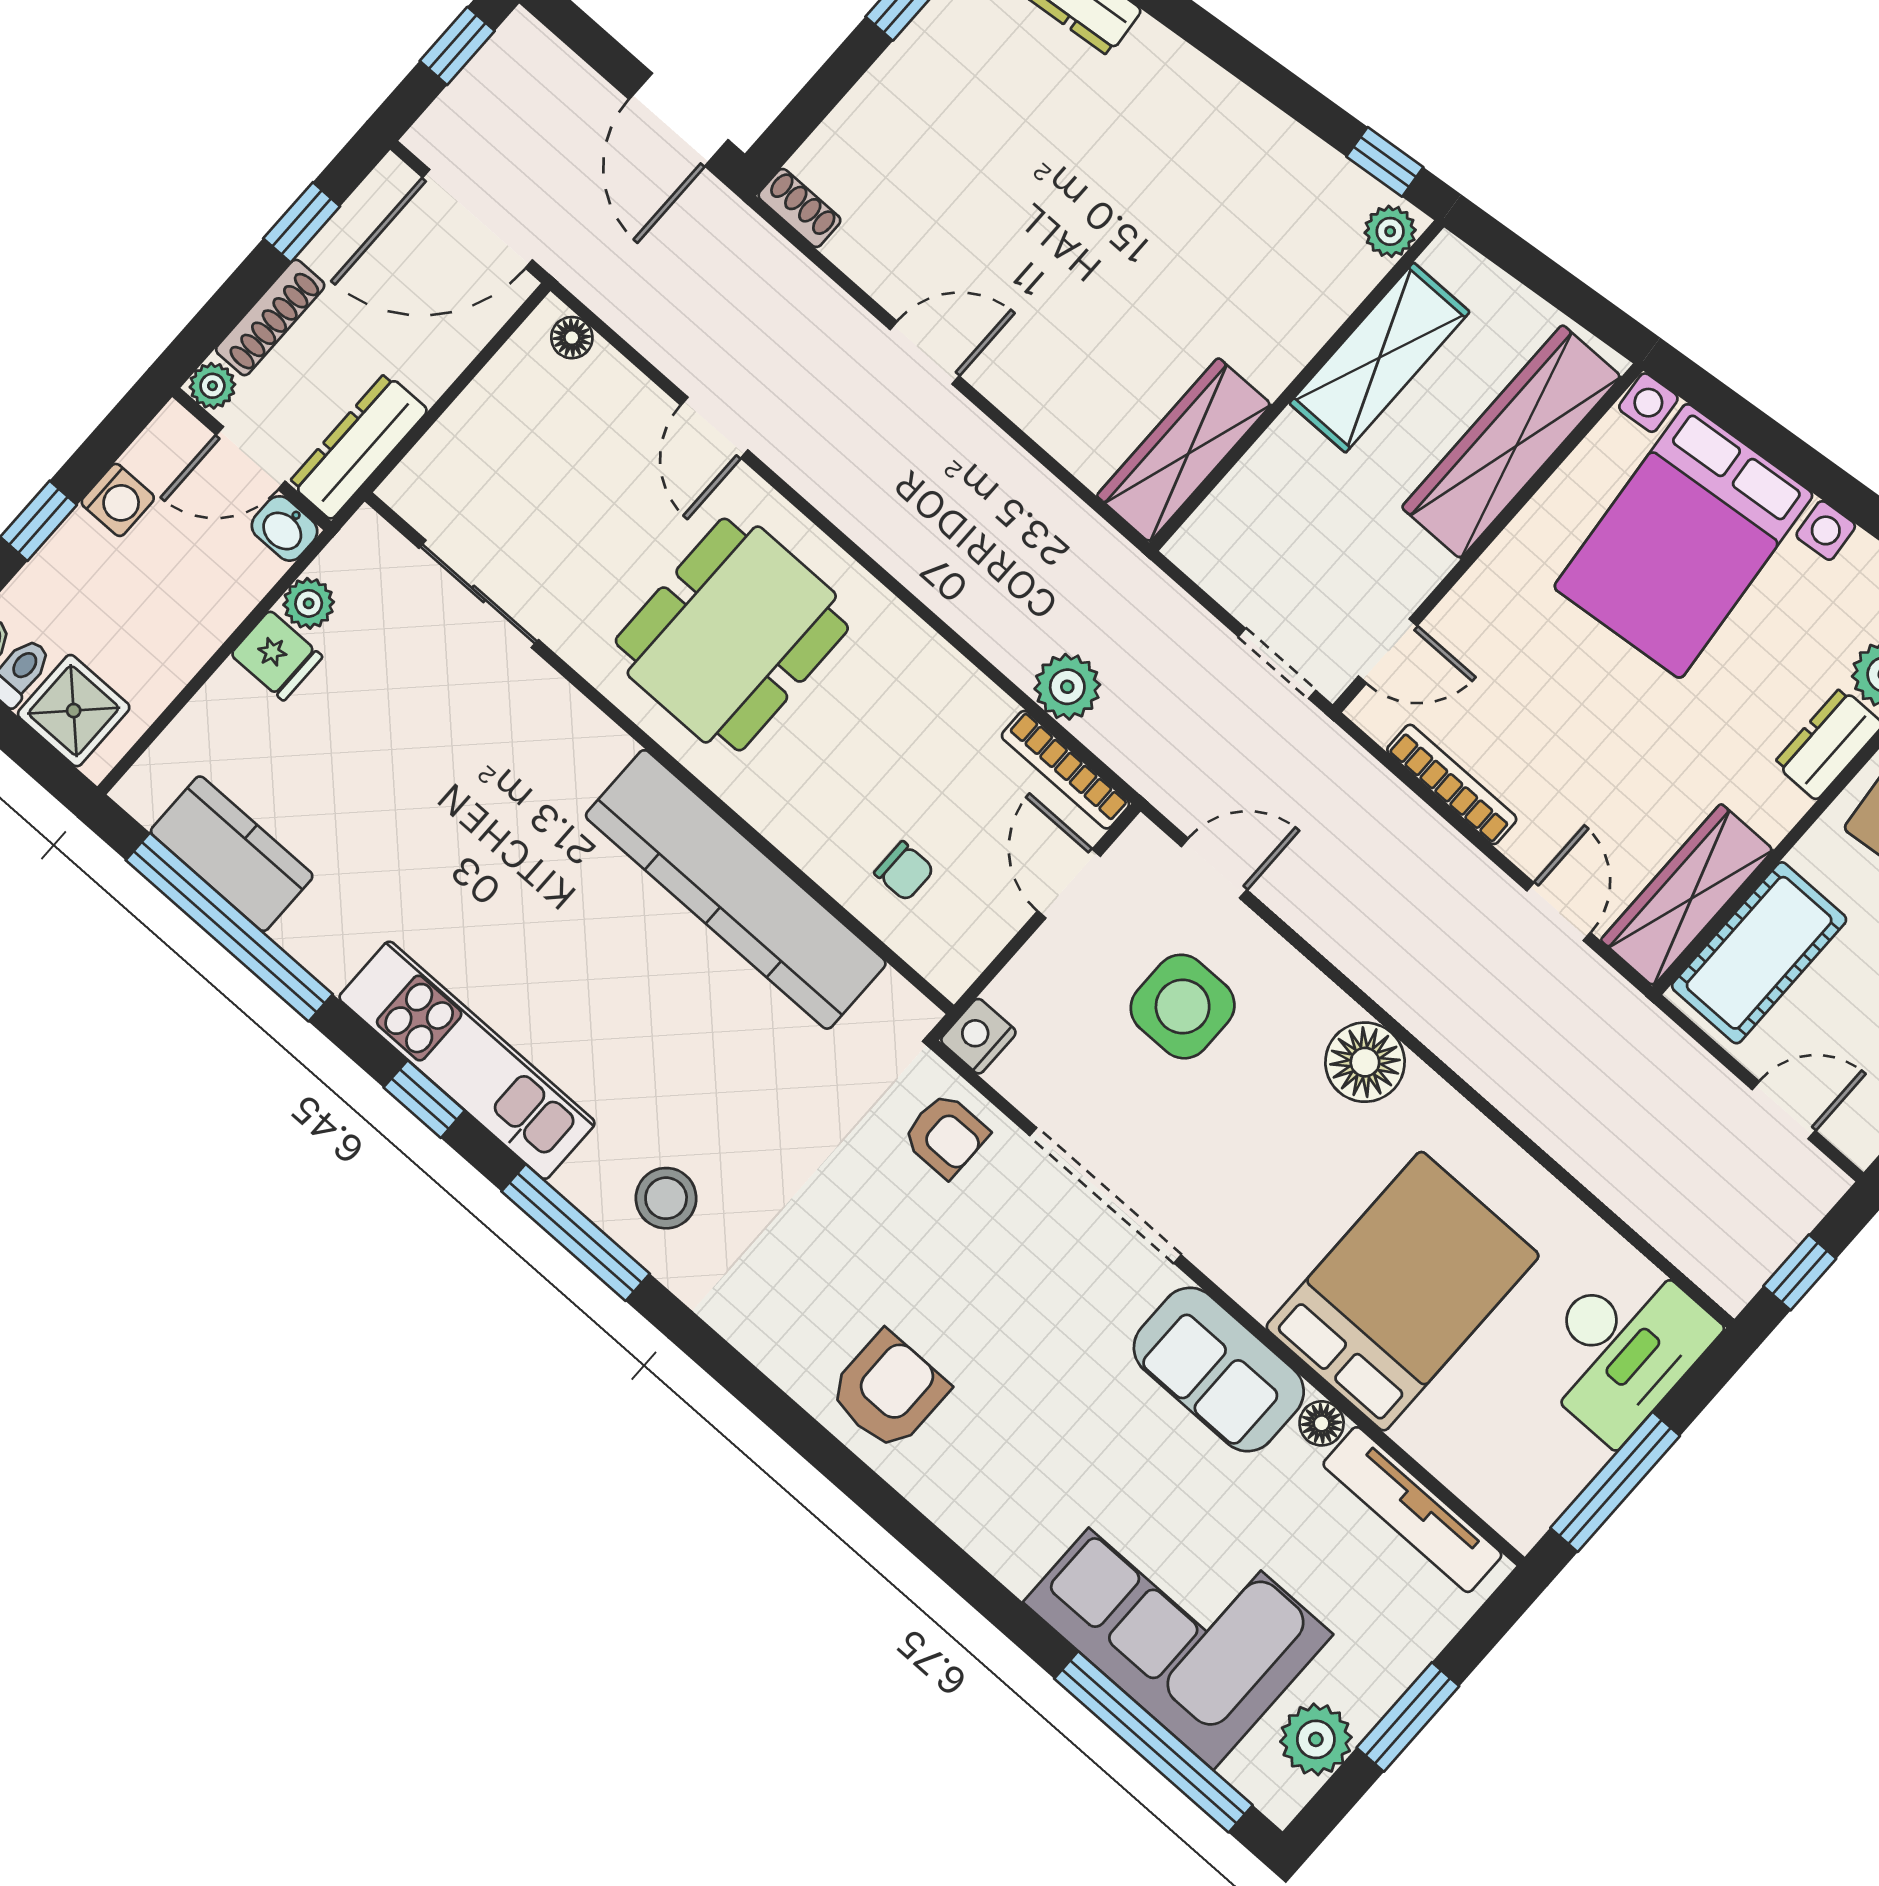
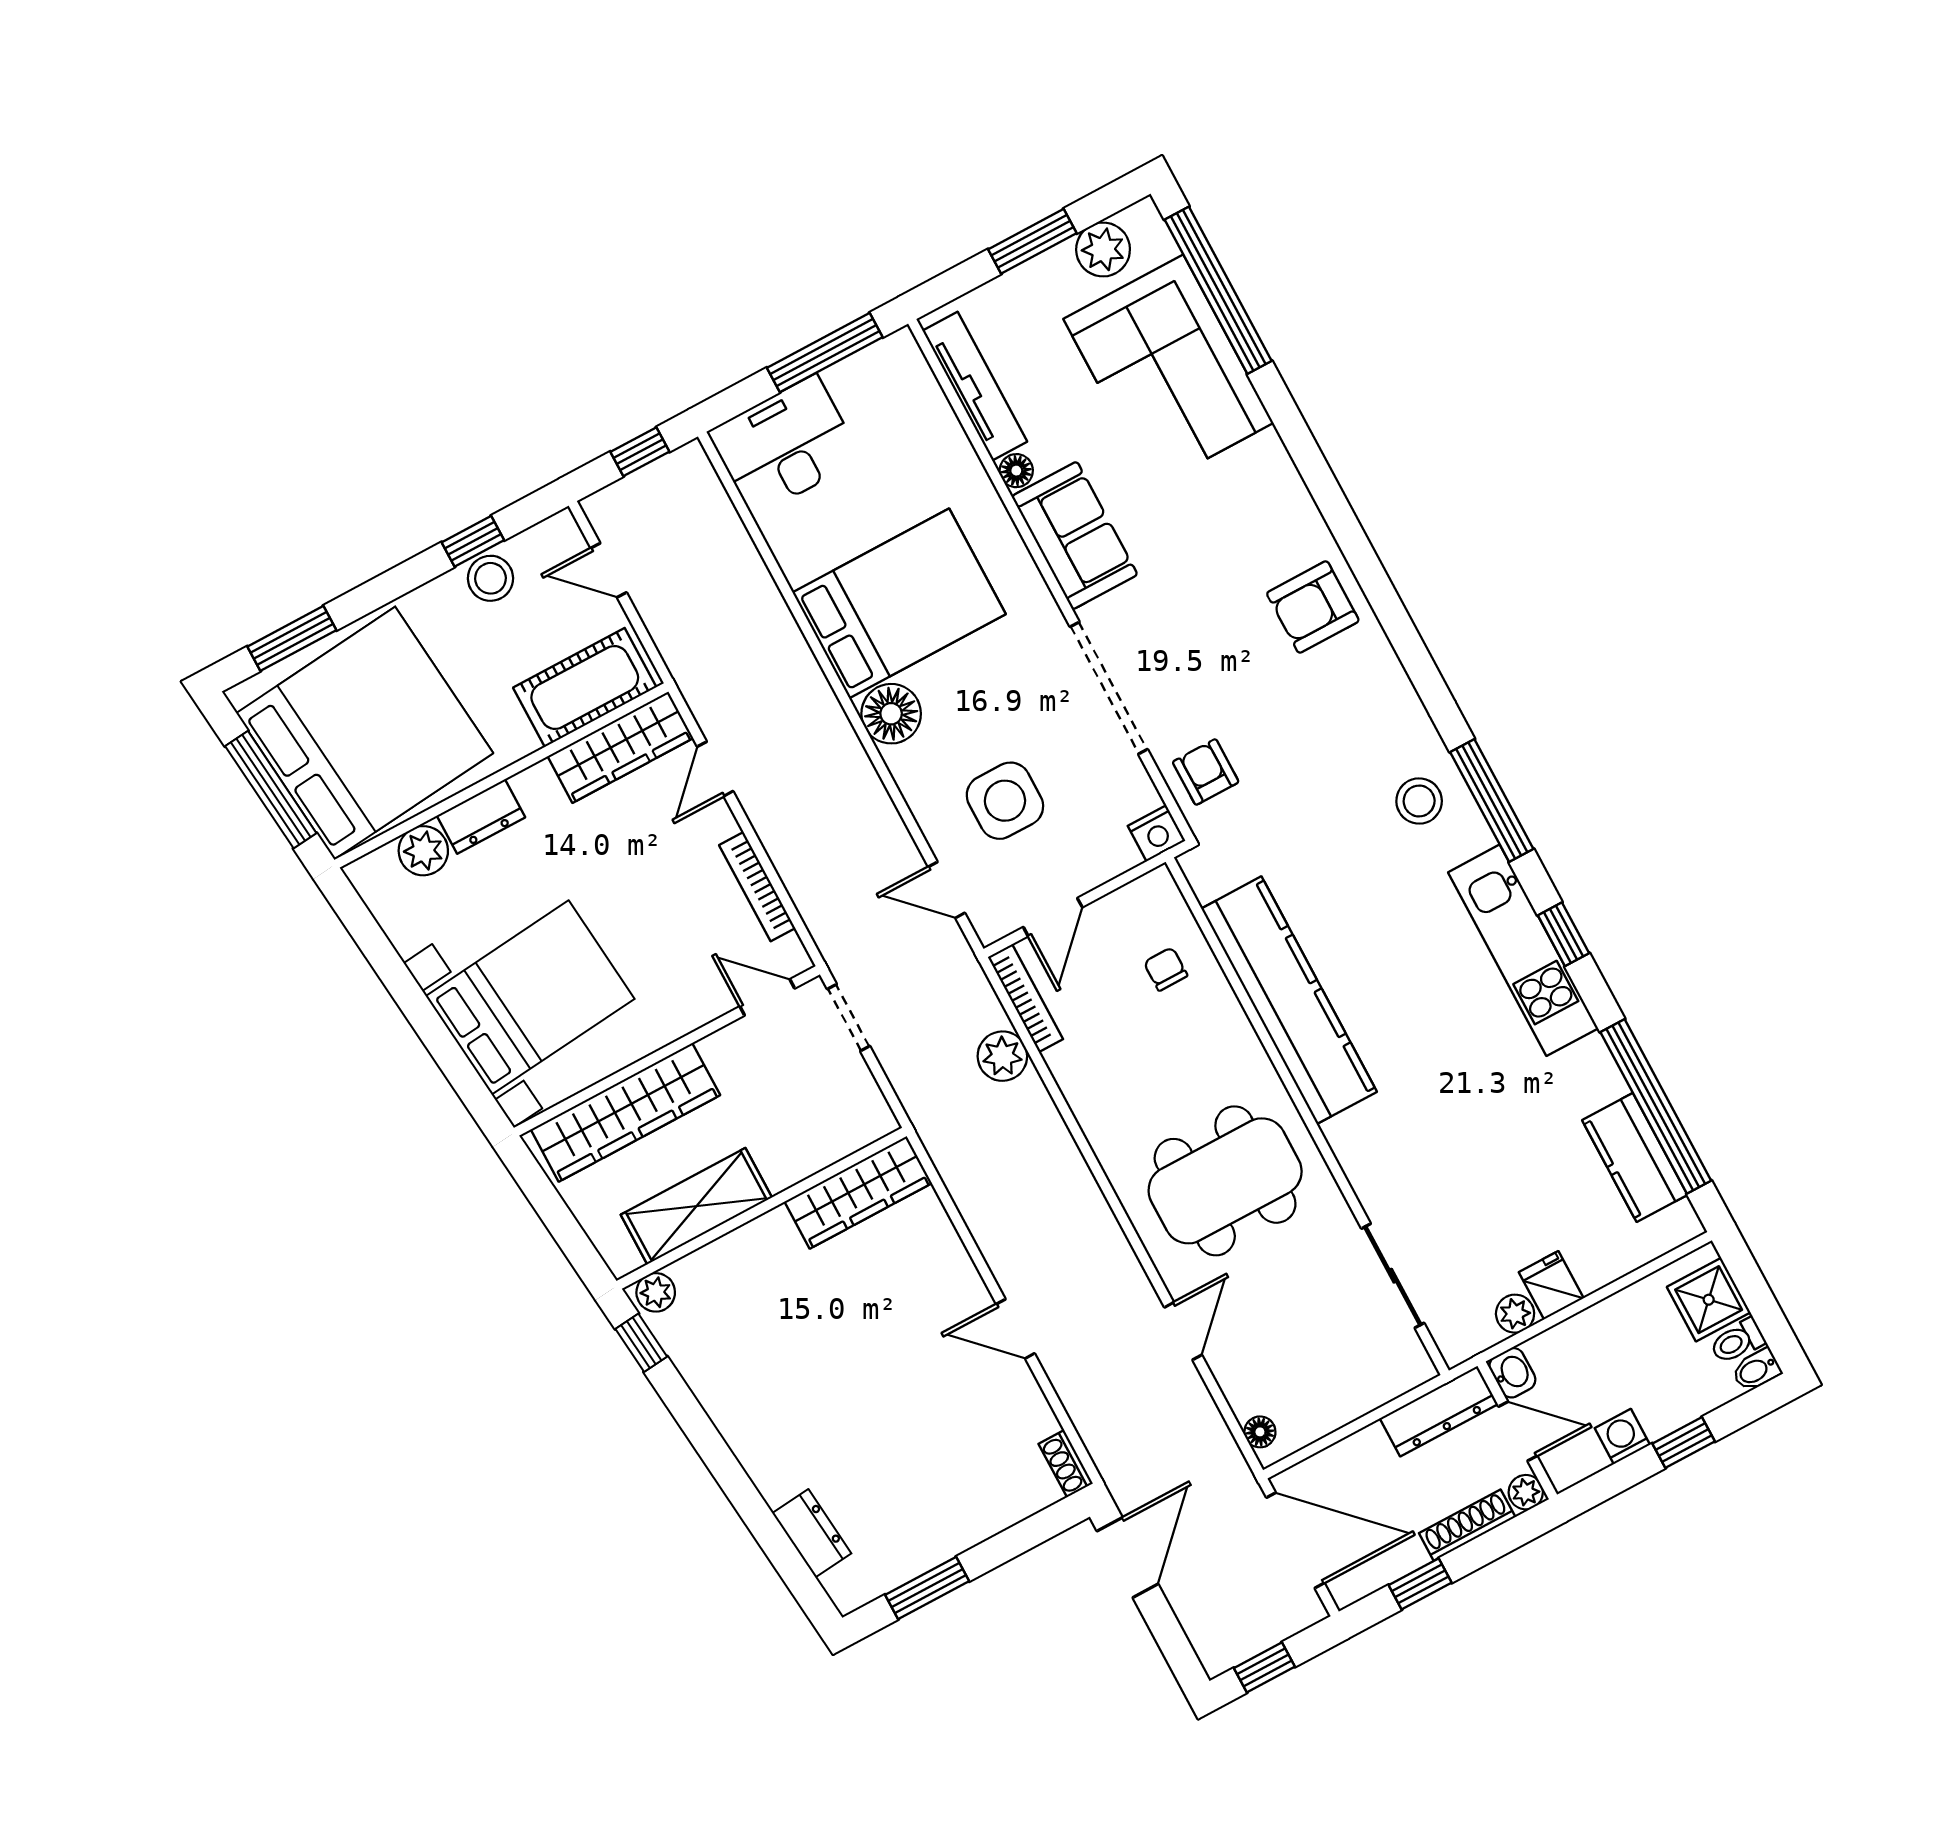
bed: (1402, 1291) -> (899, 603), moved, turned 180

